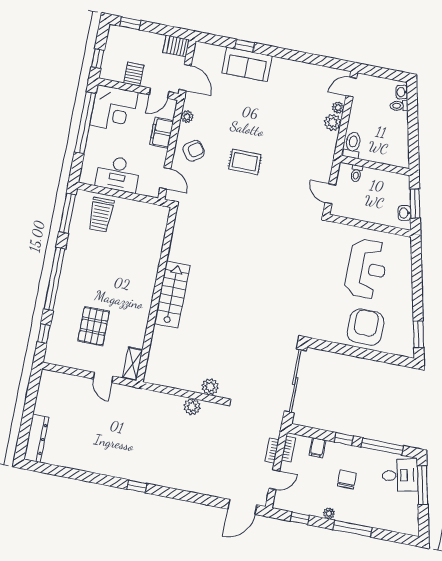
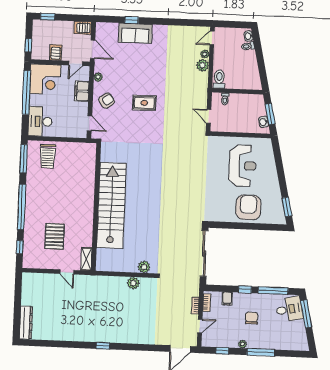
desk: (118, 174) -> (40, 121), moved, turned 90
stairs: (172, 294) -> (111, 205), width x1.86, depth x1.51

